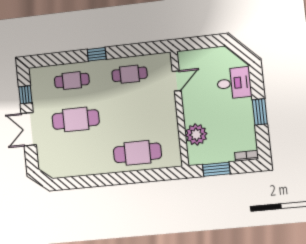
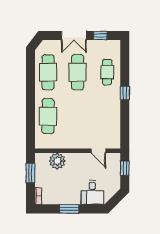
window: (197, 43) -> (125, 168), added
cafe table: (130, 74) -> (48, 72), moved, width x1.37, depth x1.35
double door: (29, 129) -> (74, 35), swing flipped

